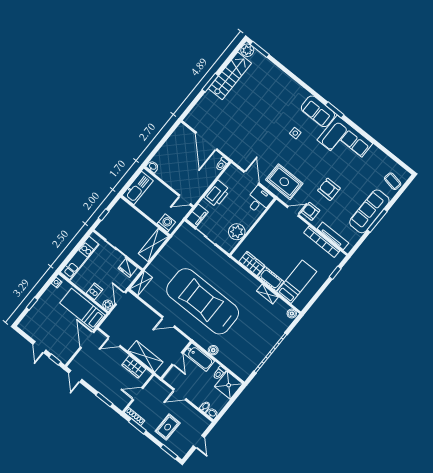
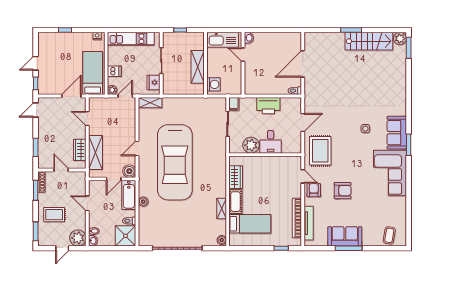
armchair: (329, 189) -> (343, 191), turned 90
door: (185, 200) -> (243, 55), moved
desk: (259, 200) -> (271, 142), moved, turned 90
sofa: (369, 211) -> (345, 236), width x0.73
filing cabinet: (197, 215) -> (234, 104), width x0.50
shelving: (153, 245) -> (198, 67), moved, turned 90
car: (203, 301) -> (175, 162), turned 180
door: (168, 322) -> (137, 148), hinge flipped
boiler: (181, 342) -> (129, 171), added
plant: (201, 423) -> (78, 238), added

